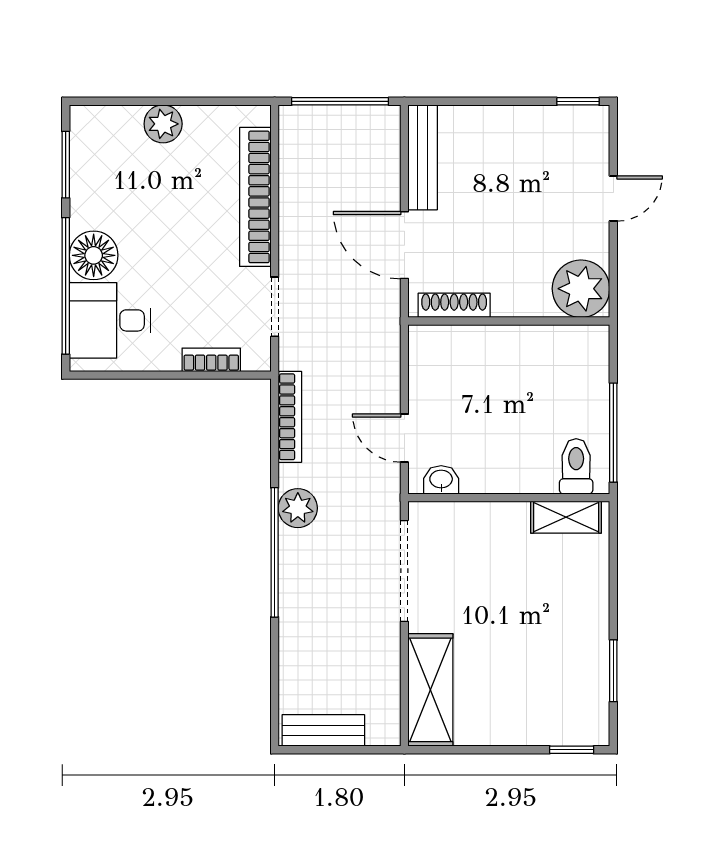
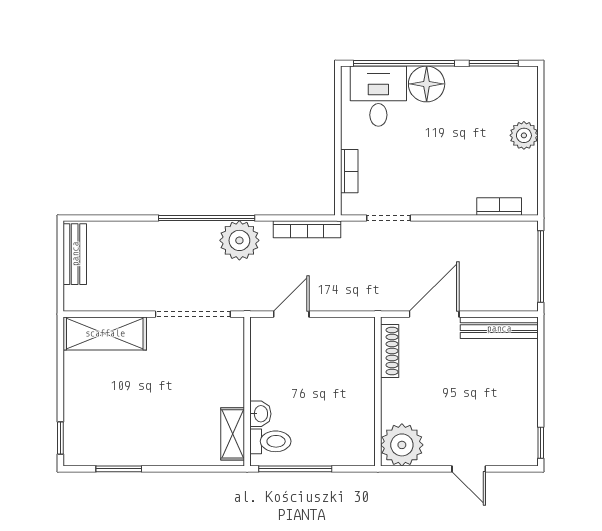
bookcase: (255, 197) -> (499, 206), width x0.43, depth x0.76
washbasin: (441, 480) -> (260, 414), moved
plant: (298, 508) -> (239, 240), width x1.36, depth x1.36

